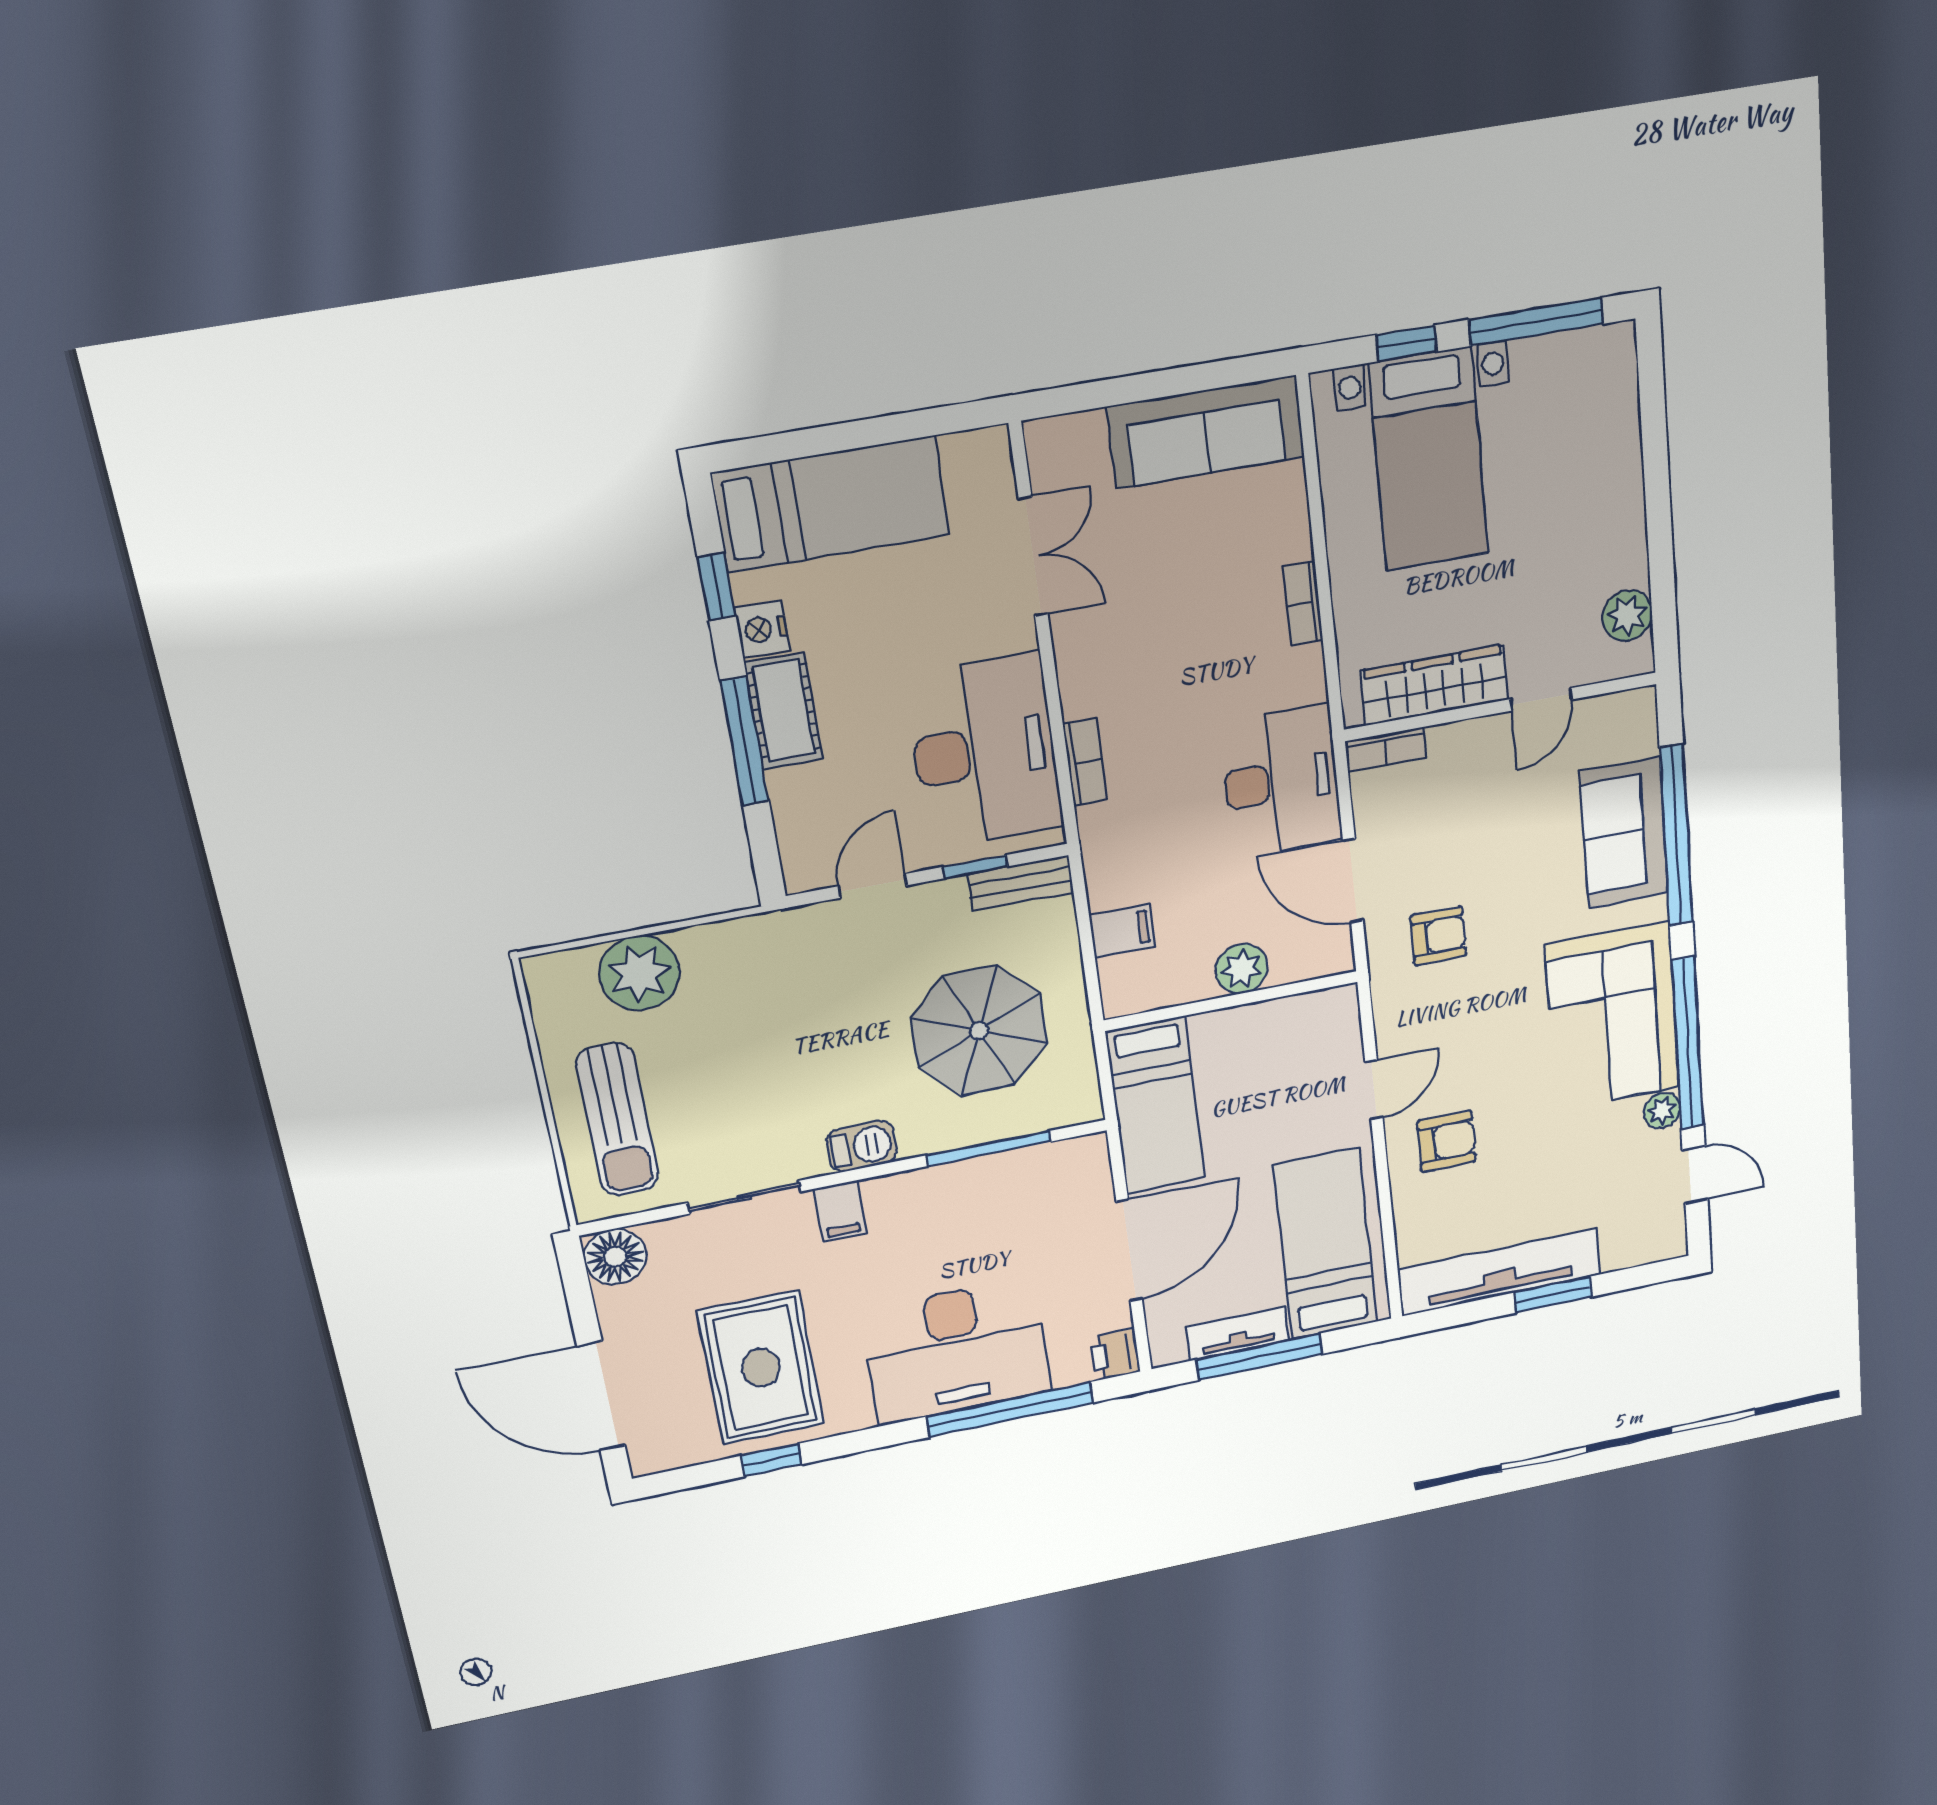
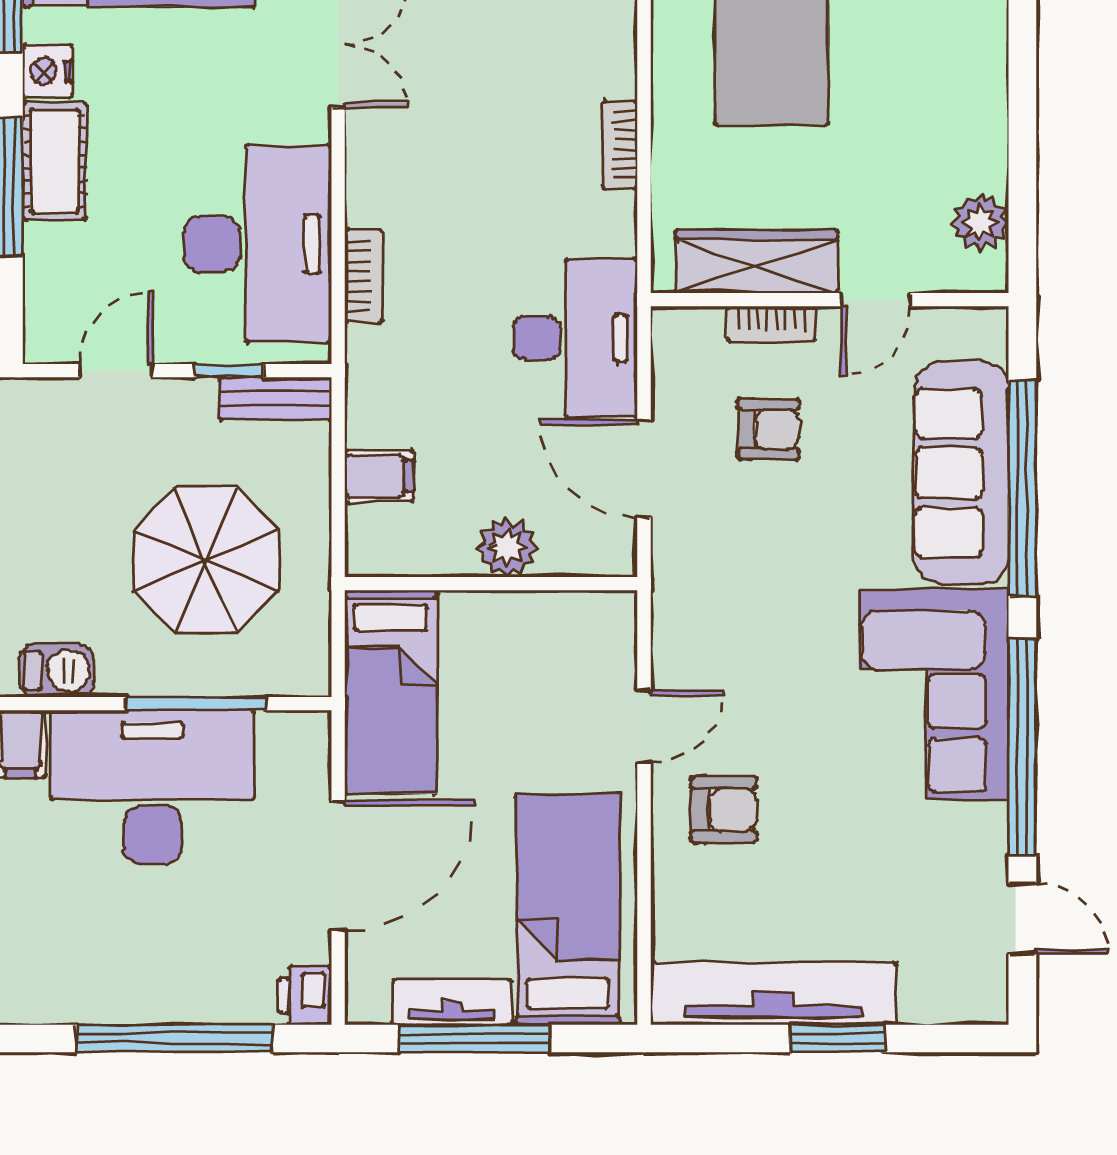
bookcase: (1385, 749) -> (772, 324), moved
sofa: (1624, 833) -> (961, 473), width x1.36
armchair: (1438, 936) -> (768, 429), moved
plant: (1662, 1111) -> (986, 826), removed
desk: (956, 1351) -> (153, 787), moved, turned 180

